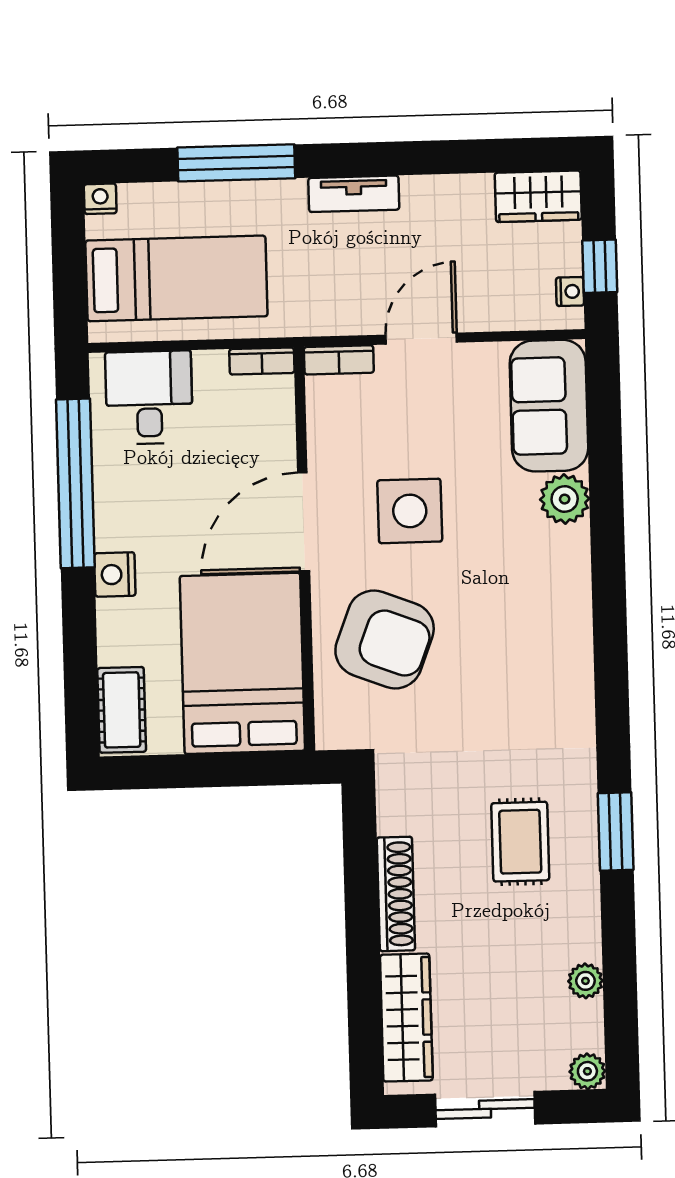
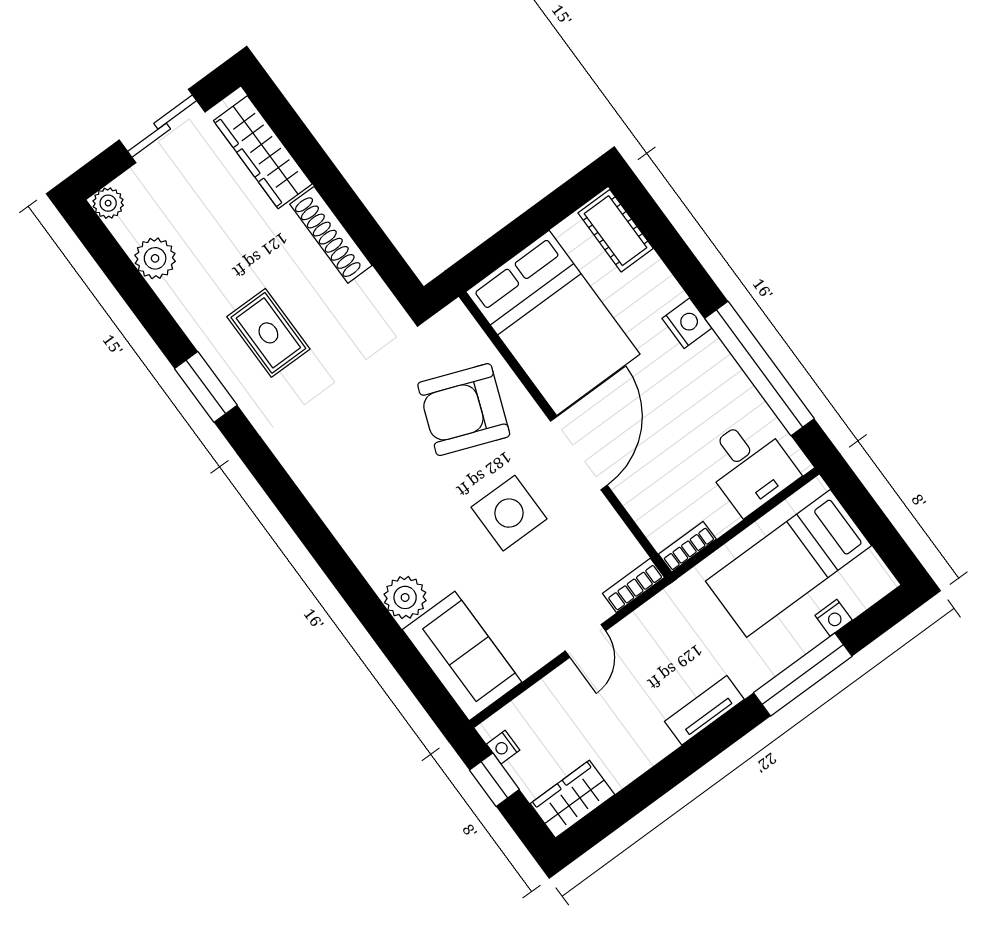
nightstand: (100, 199) -> (834, 618), moved
door: (421, 339) -> (585, 641), width x0.73
plant: (585, 981) -> (155, 258), width x1.38, depth x1.38

